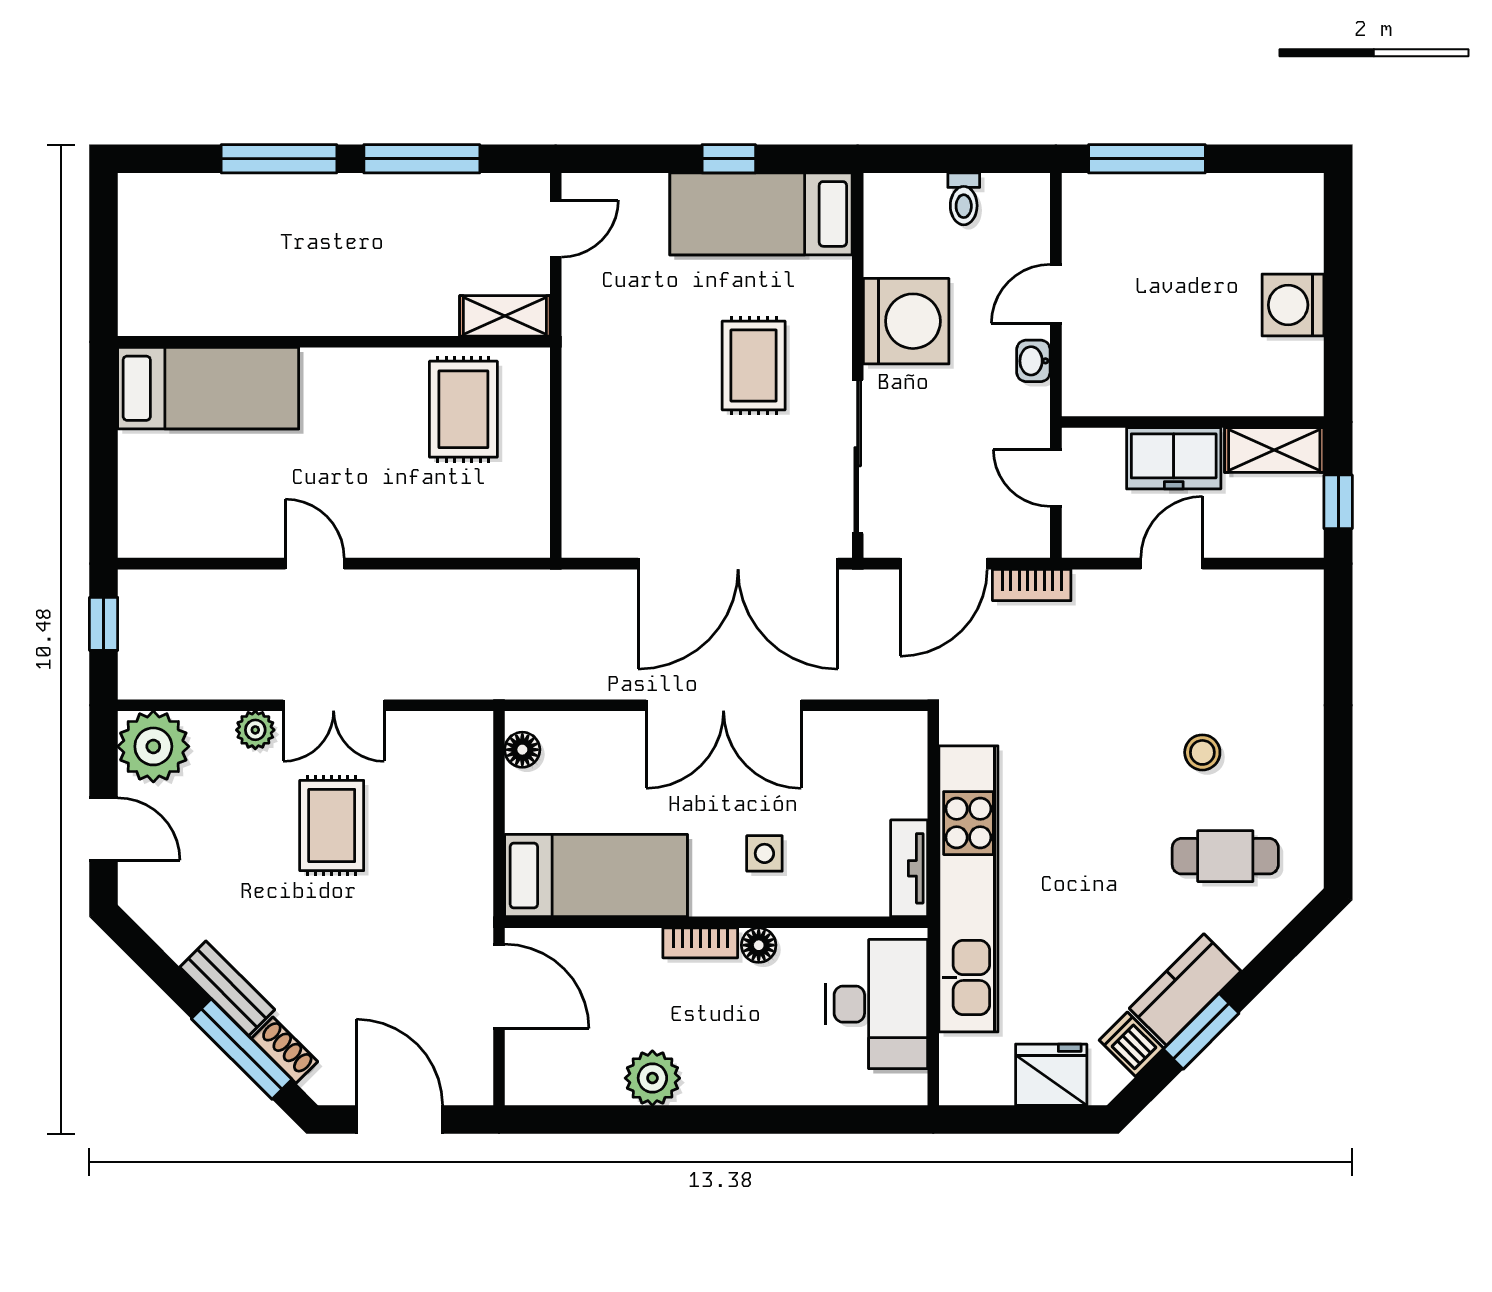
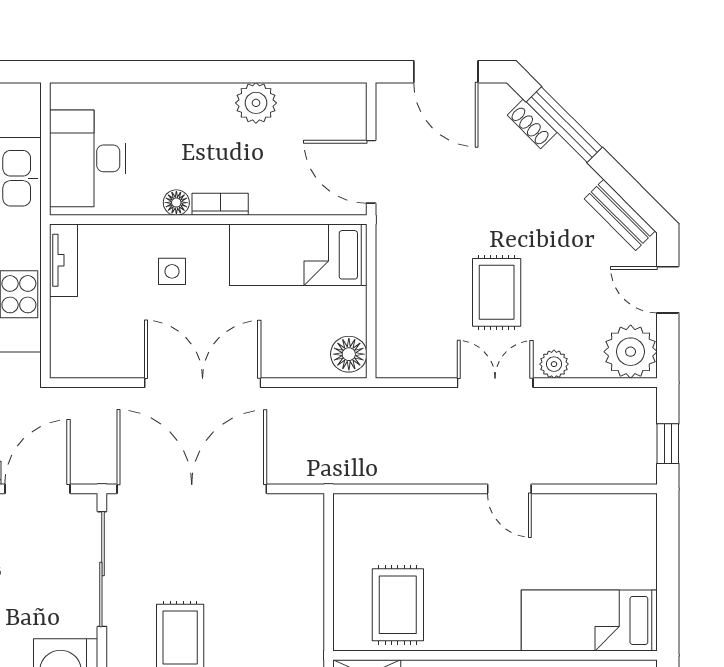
floor lamp: (522, 750) -> (349, 354), width x1.37, depth x1.37
bench: (227, 988) -> (620, 215), moved

